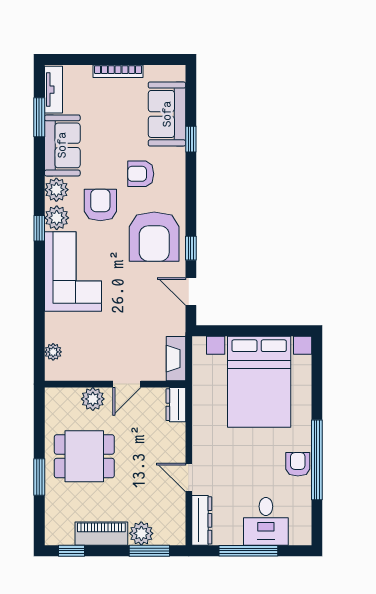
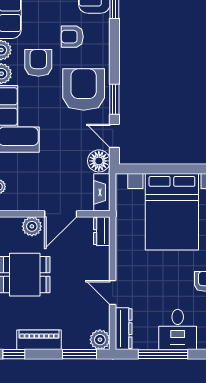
armchair: (154, 237) -> (84, 90), turned 180
window: (191, 248) -> (114, 99), width x1.50
floor lamp: (172, 321) -> (99, 161), added
door: (127, 384) -> (61, 214), width x1.37
plant: (141, 533) -> (100, 340), moved

